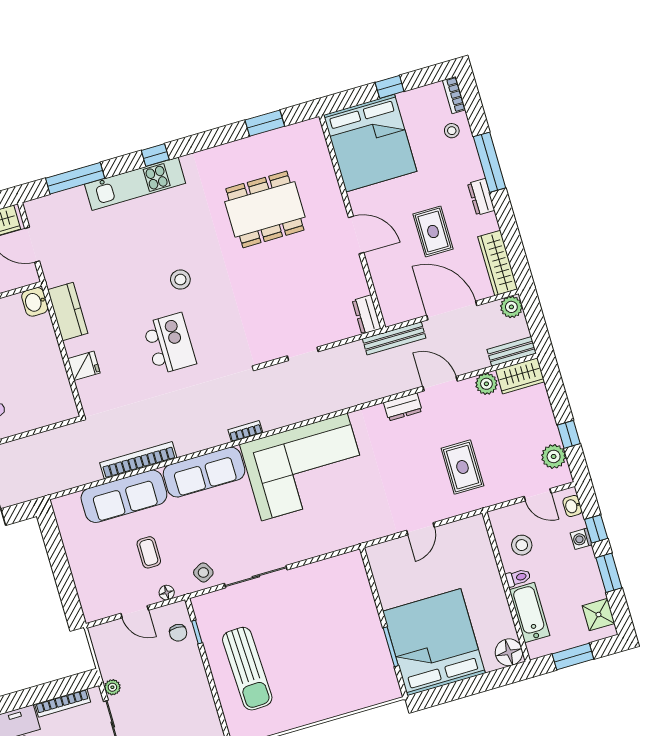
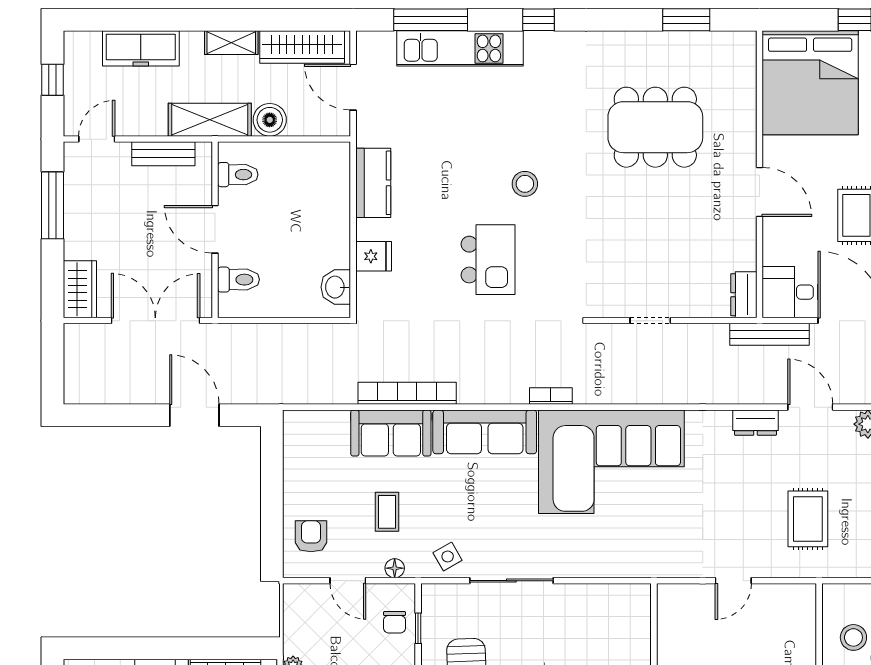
kitchen unit: (135, 184) -> (460, 48), moved
washbasin: (35, 302) -> (336, 287), moved
desk: (400, 303) -> (790, 292), added
sofa: (124, 496) -> (391, 433), width x0.73
armchair: (98, 587) -> (311, 536), added

